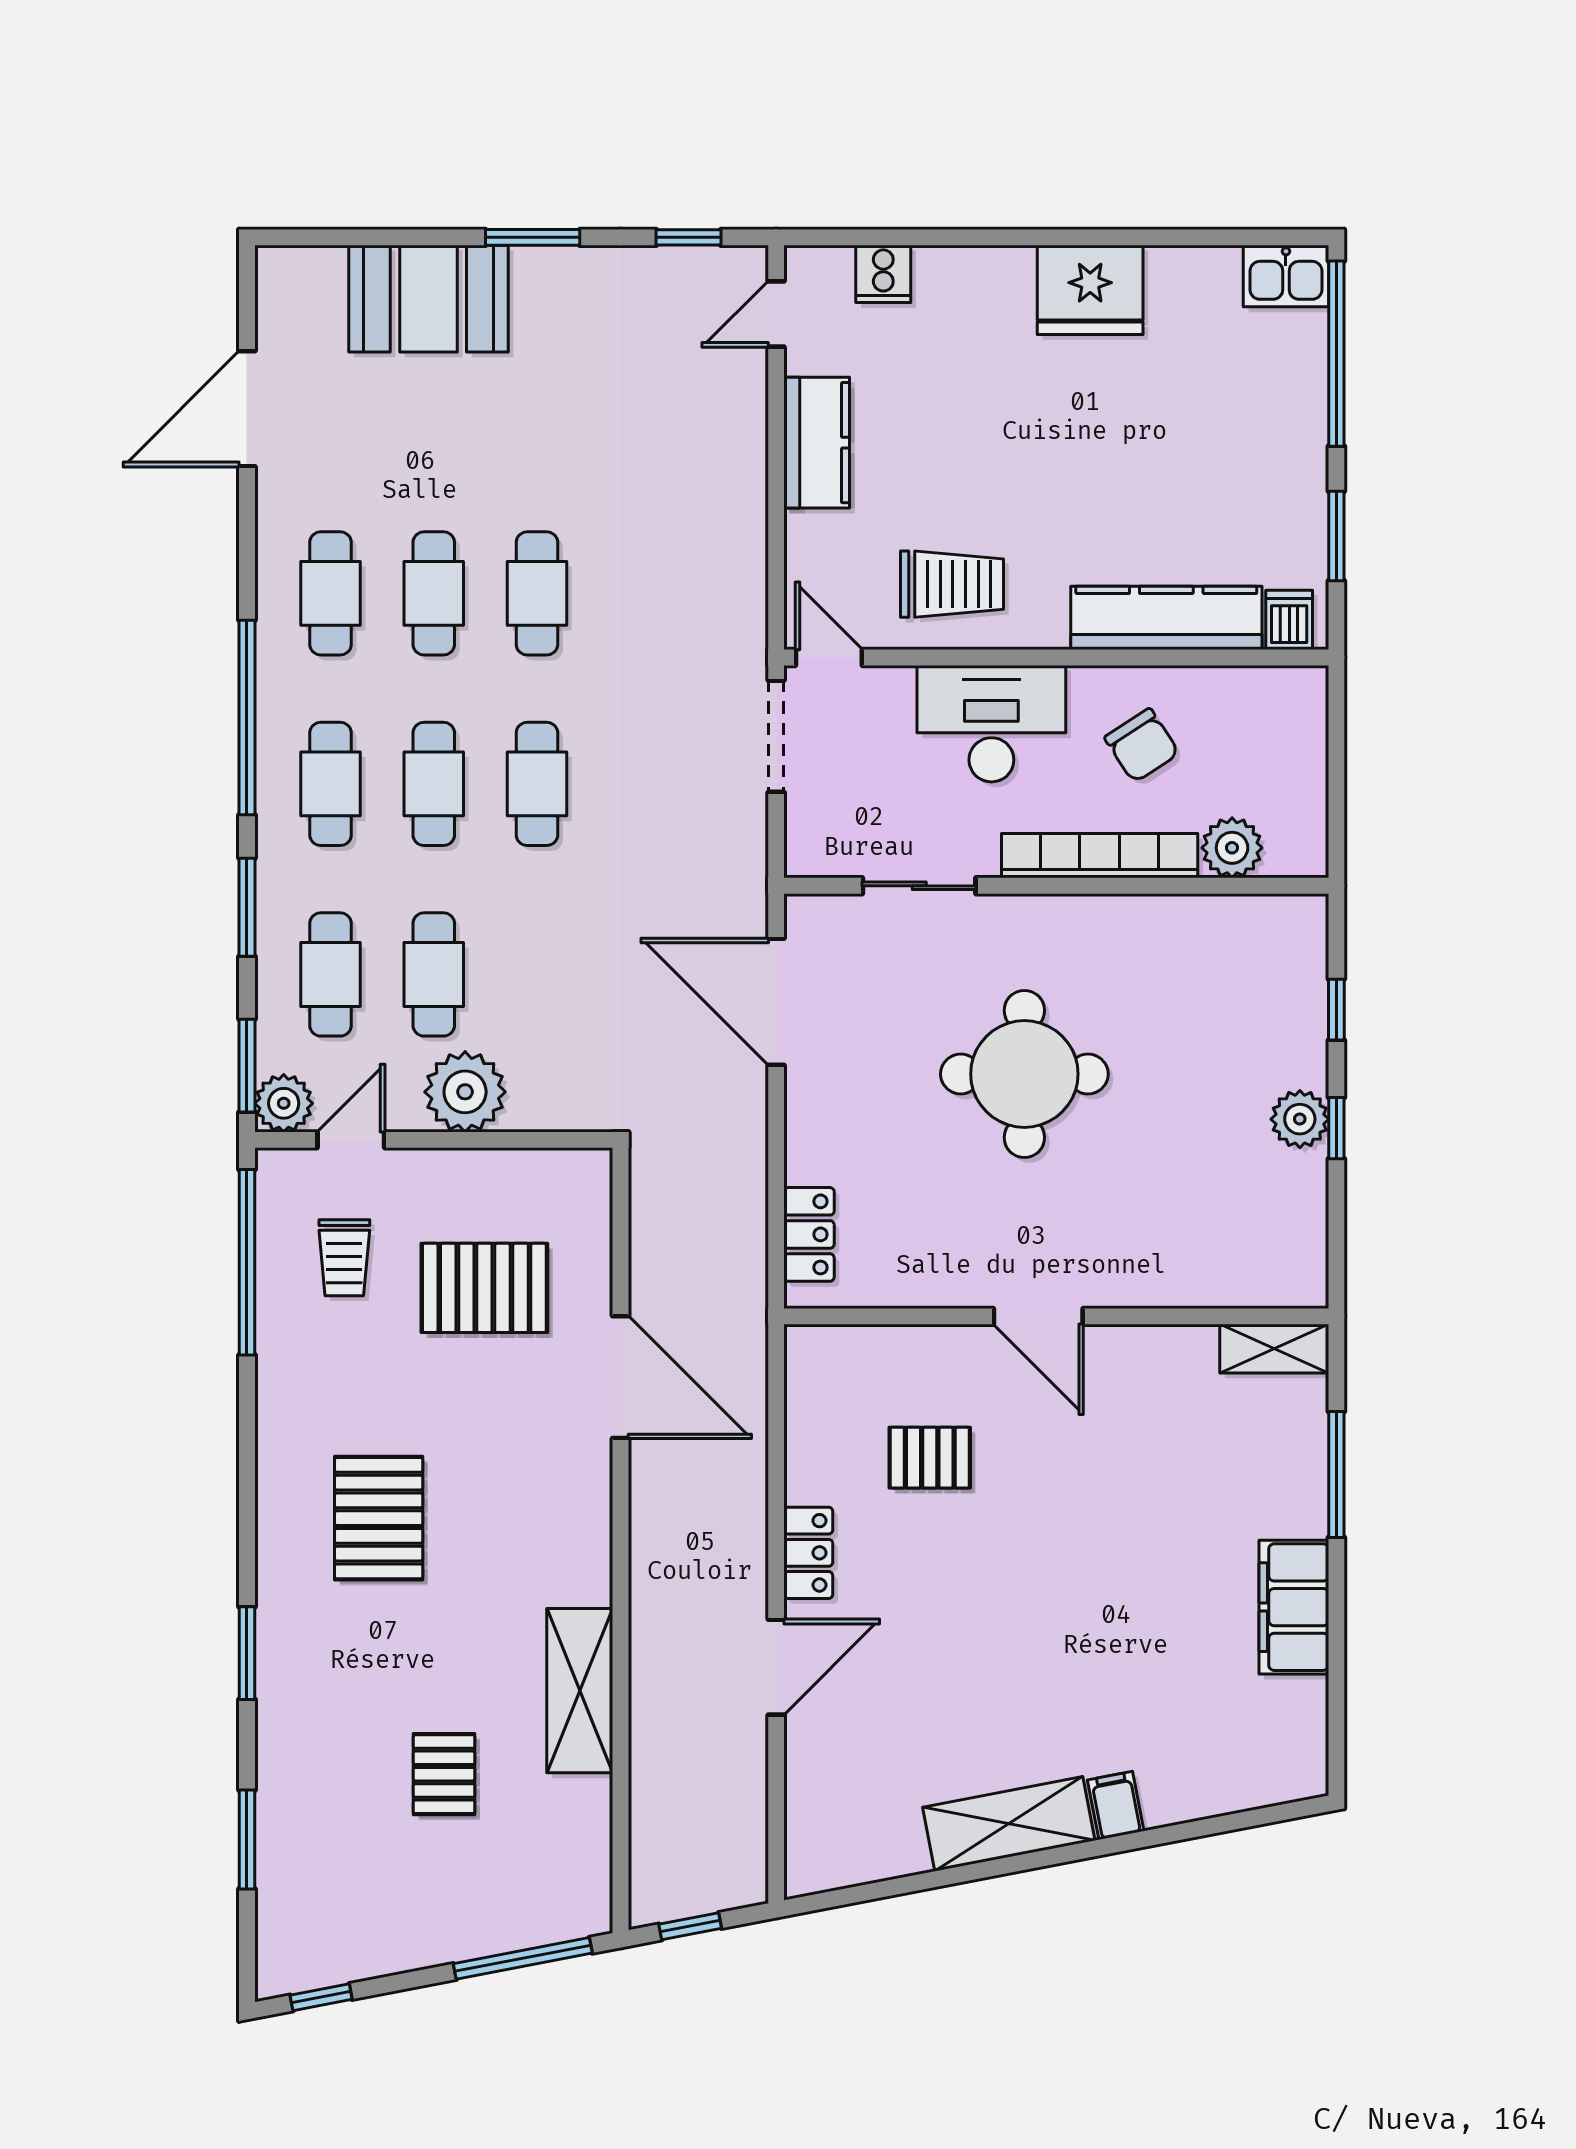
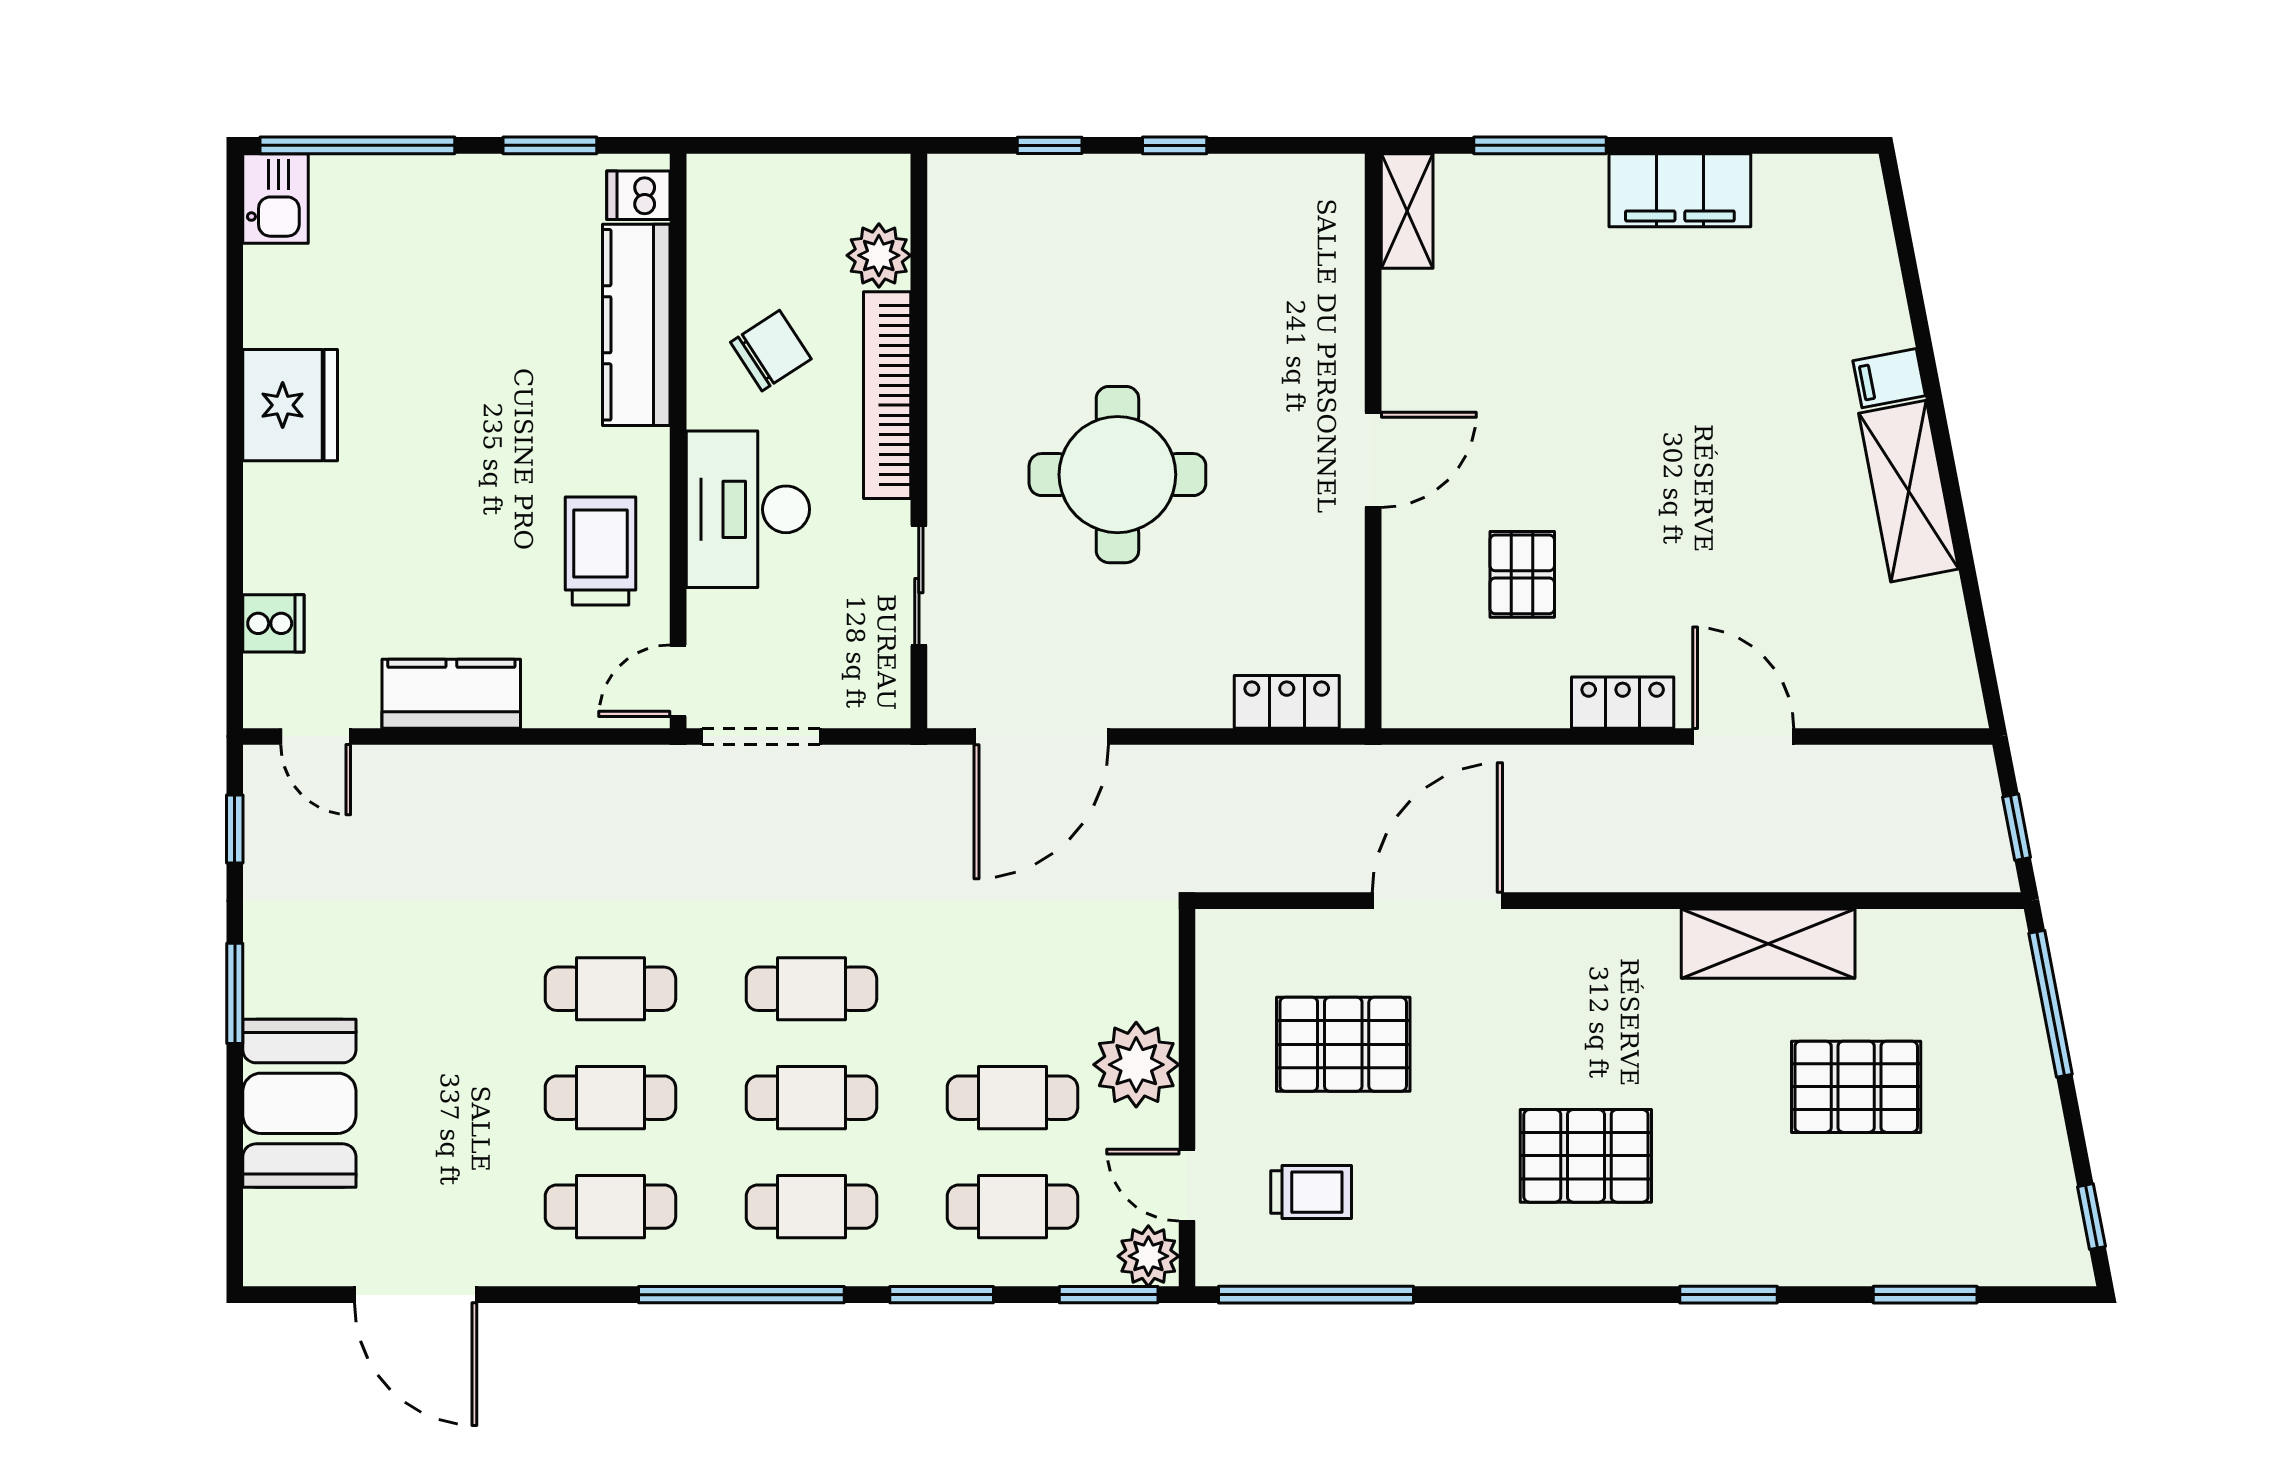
plant: (1300, 1119) -> (1165, 184), removed
pallet: (484, 1288) -> (1343, 1044), turned 90
pallet: (444, 1774) -> (1856, 1087), width x1.50, depth x1.42

